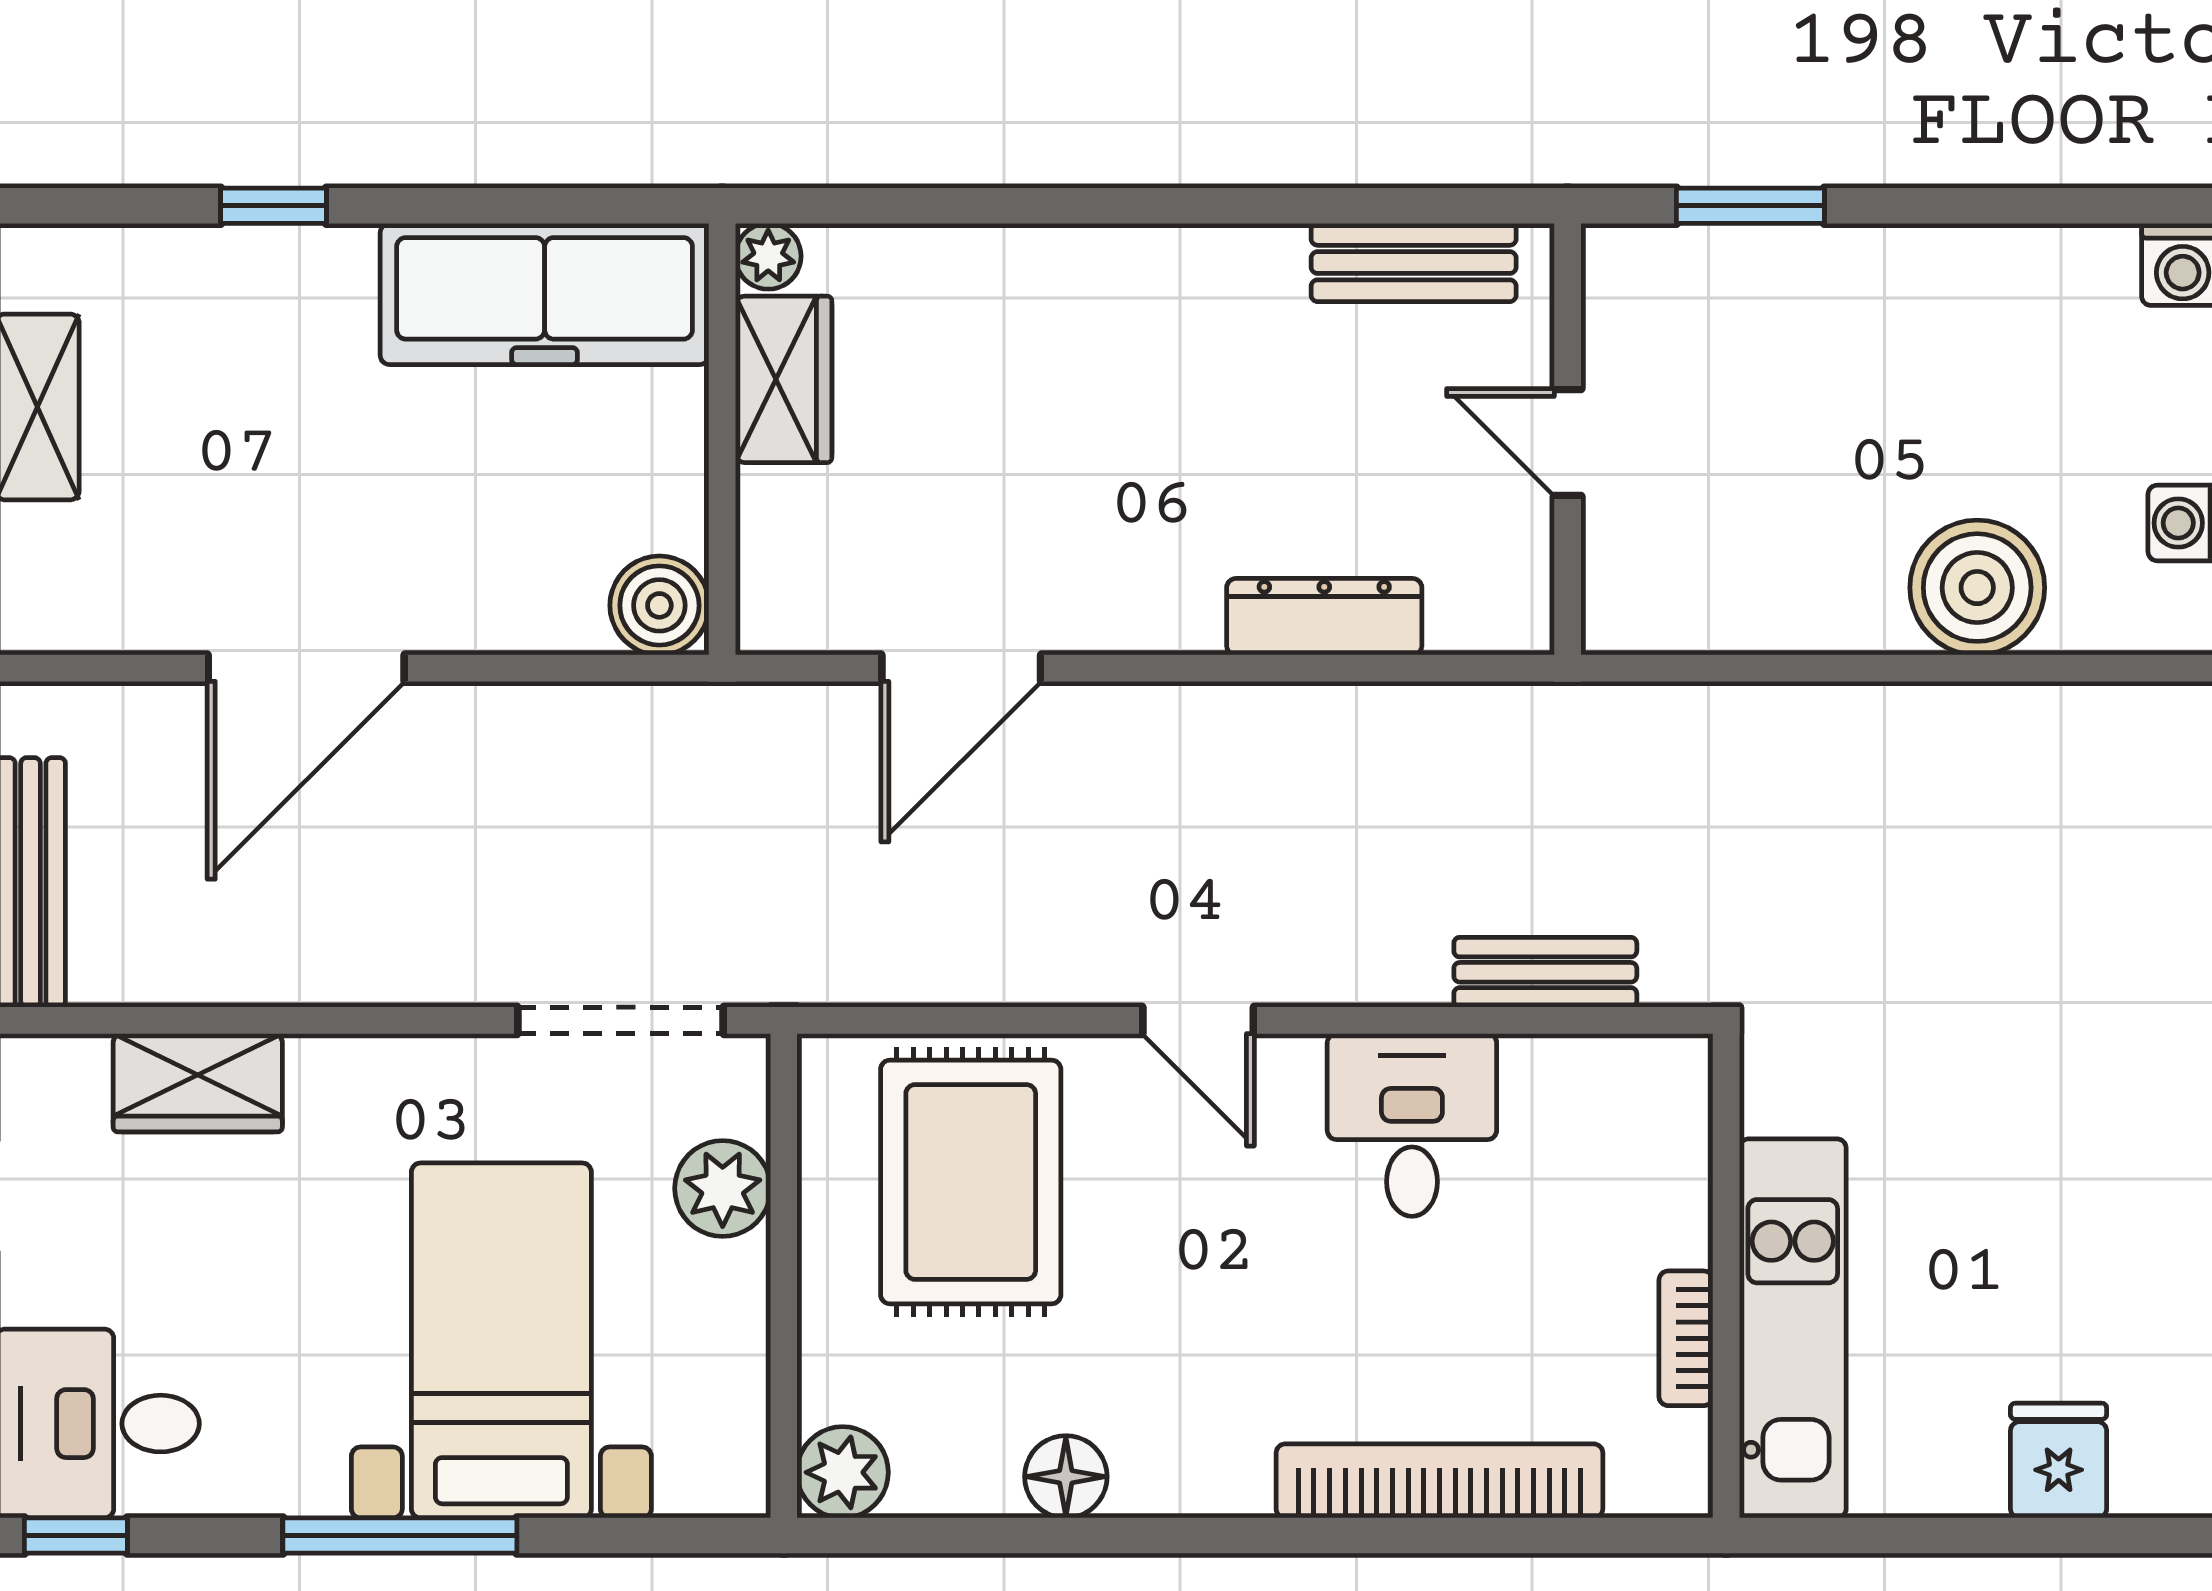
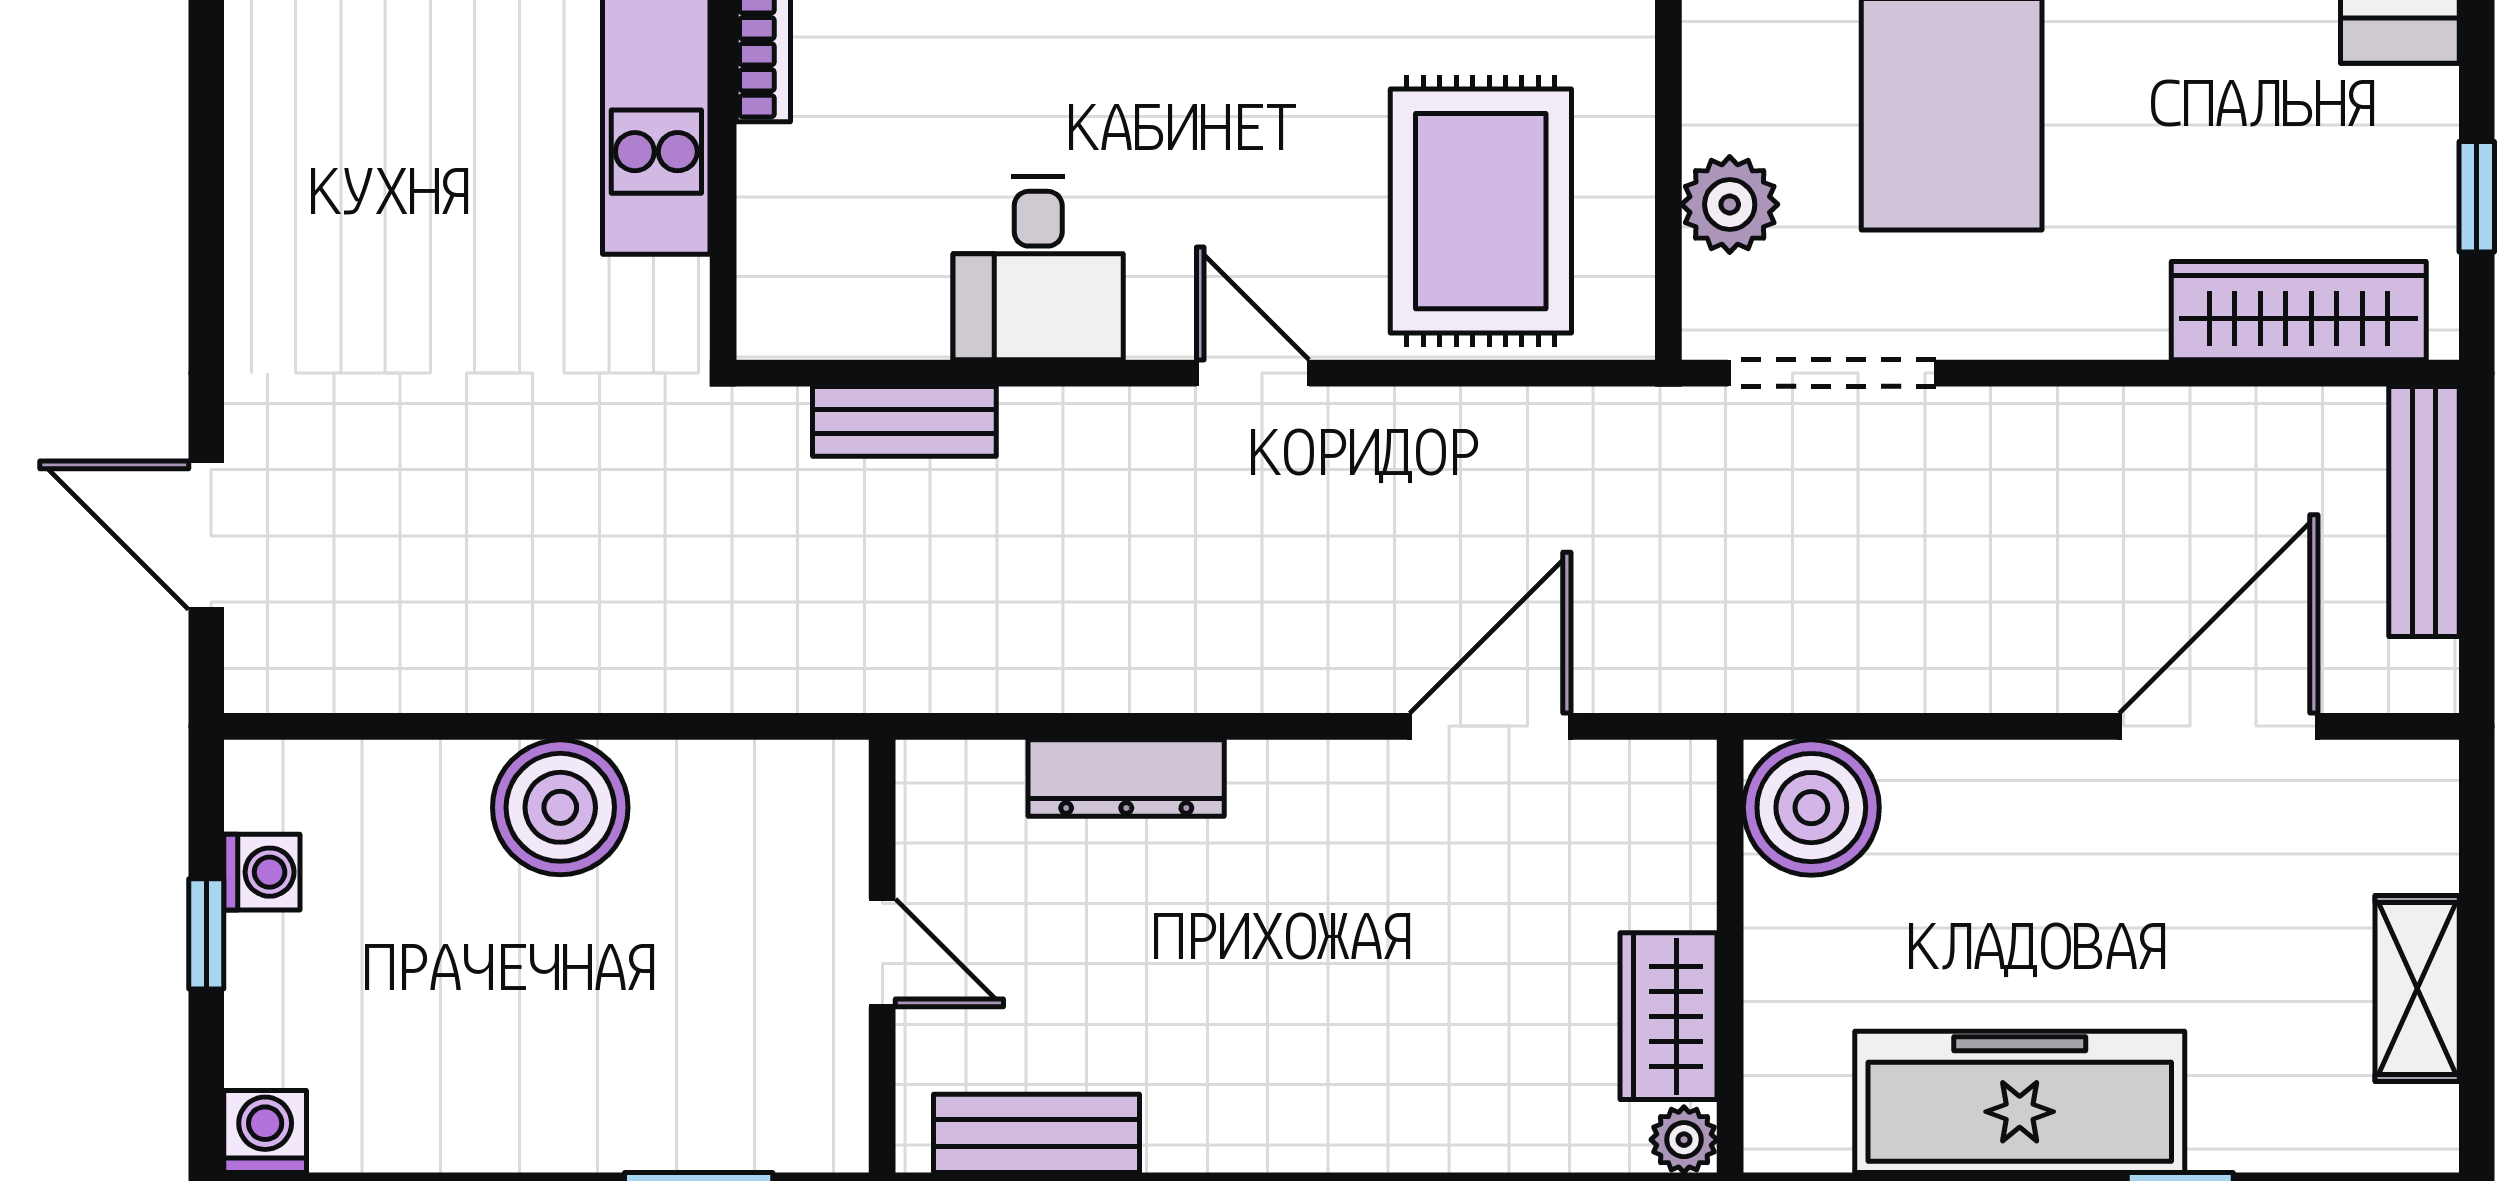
freezer: (545, 294) -> (2020, 1102), moved
boiler: (1977, 588) -> (560, 807), moved
boiler: (659, 605) -> (1811, 808), width x1.37, depth x1.37
door: (306, 668) -> (2219, 726), moved
wardrobe: (198, 1083) -> (2299, 311), width x1.50

